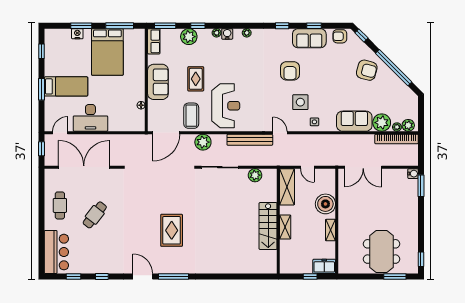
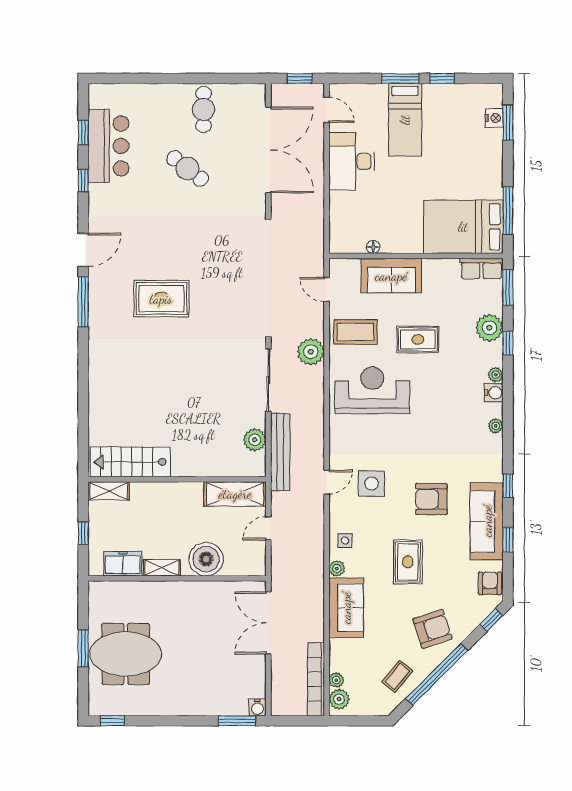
window: (81, 26) -> (508, 123), moved
nightstand: (77, 34) -> (494, 118), moved
sofa: (309, 38) -> (487, 521), width x1.36
window: (42, 51) -> (442, 78), moved
bed: (107, 52) -> (463, 227), moved
armchair: (367, 70) -> (433, 629), turned -123
sofa: (158, 82) -> (391, 276), moved
rug: (327, 85) -> (408, 562), added
coffee table: (395, 91) -> (397, 676), added
side table: (300, 102) -> (371, 484), moved
reception desk: (226, 106) -> (372, 390), turned 180
plant: (382, 123) -> (337, 568), moved, width x0.53, depth x0.53
door: (166, 133) -> (327, 289), width x0.53
bench: (250, 140) -> (280, 452), moved
cafe table: (60, 205) -> (204, 110), turned 90
stairs: (268, 226) -> (130, 462), moved
shelving: (285, 227) -> (109, 491), moved
bar counter: (56, 252) -> (108, 146), moved, turned -90
freezer: (324, 266) -> (123, 564), moved, turned -90
window: (395, 277) -> (83, 648), moved

